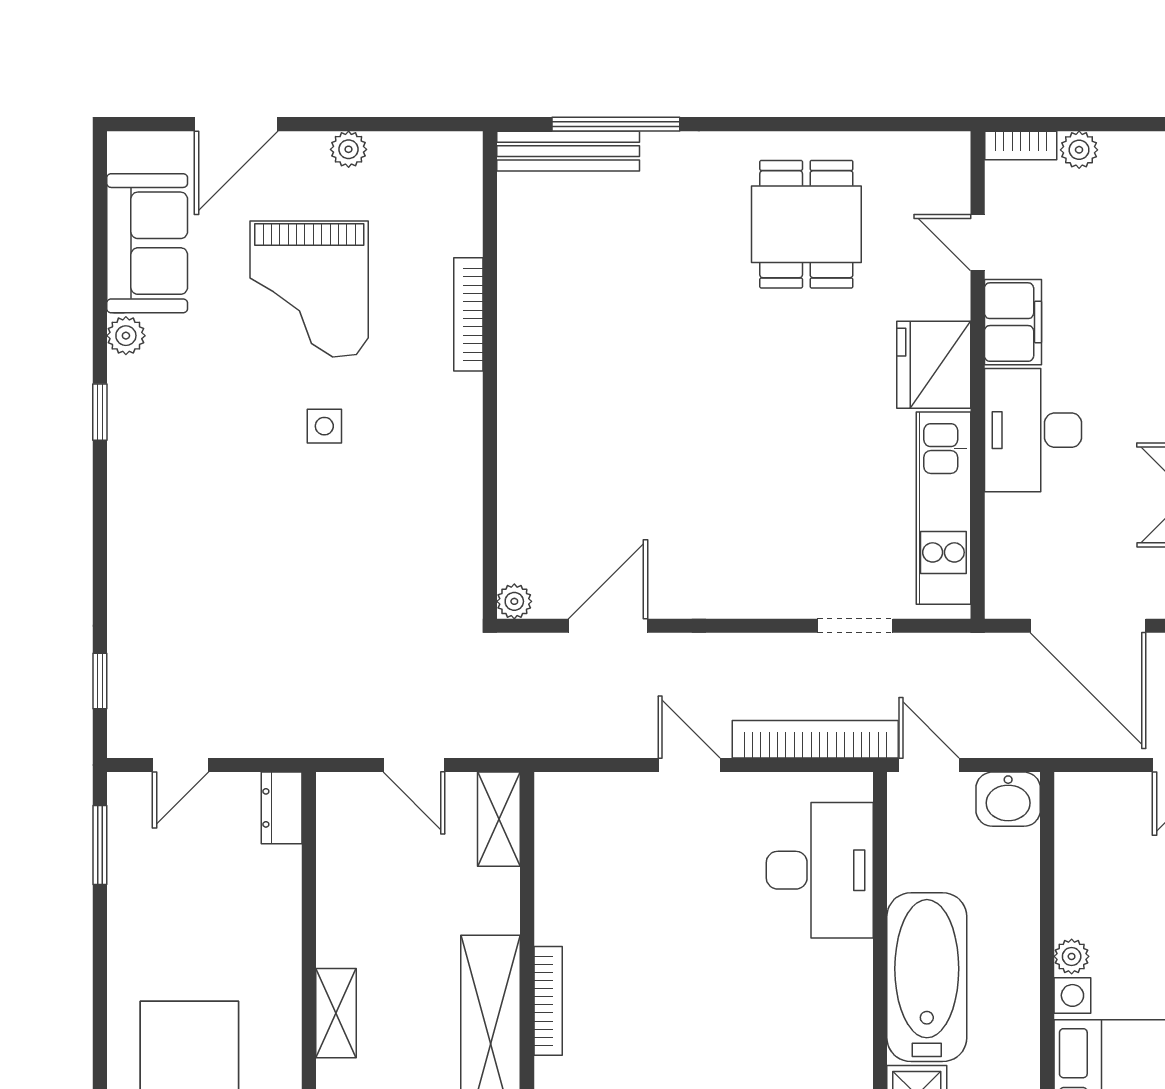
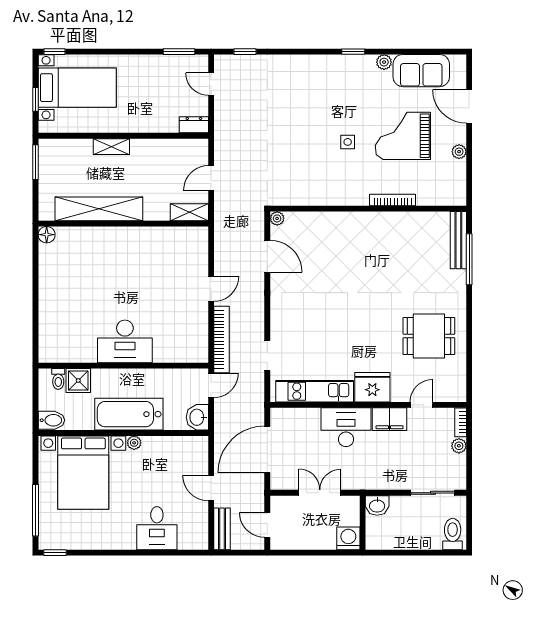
desk: (820, 870) -> (125, 341), moved
bathtub: (927, 977) -> (129, 414), moved, turned 180
bookcase: (548, 1001) -> (116, 232), removed

